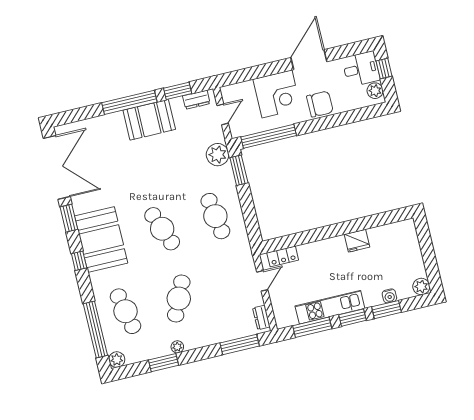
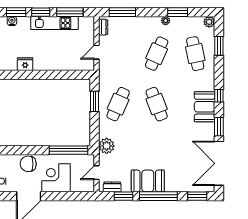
window: (76, 115) -> (197, 196), added
window: (239, 170) -> (94, 101), moved
cafe table: (215, 216) -> (118, 104), turned 33
booth: (101, 239) -> (205, 107), width x0.73, depth x0.70
locker: (283, 256) -> (79, 65), removed
window: (95, 330) -> (219, 46), width x0.47

